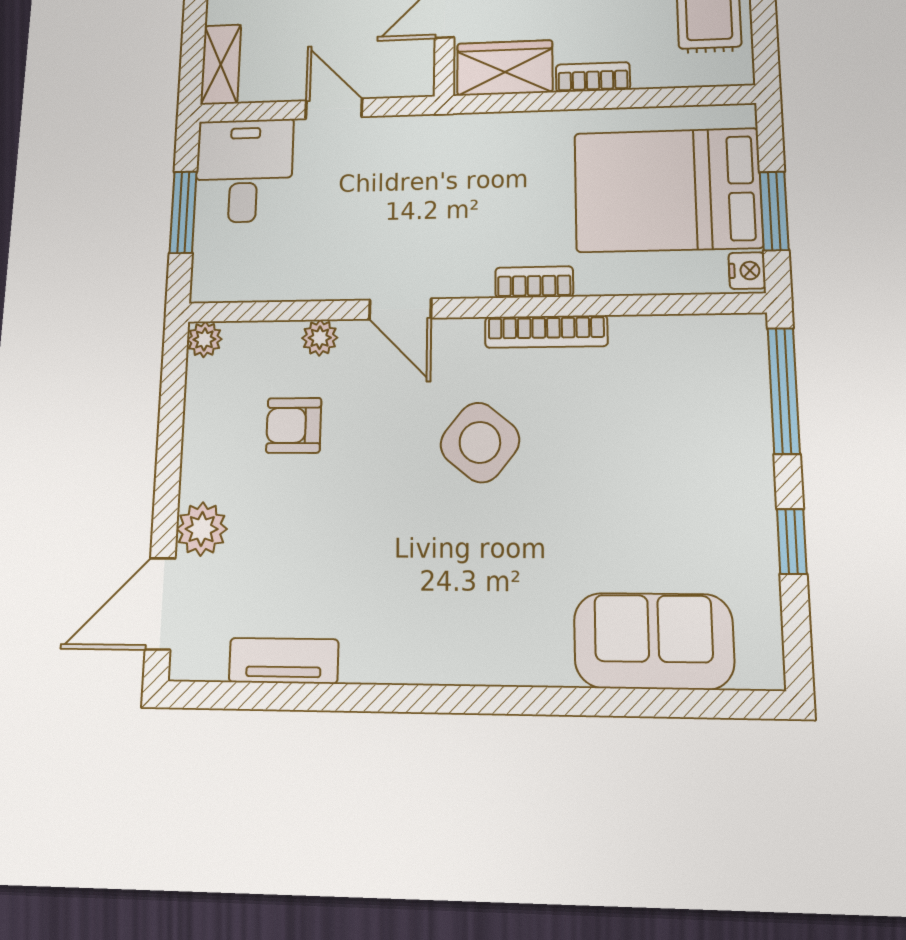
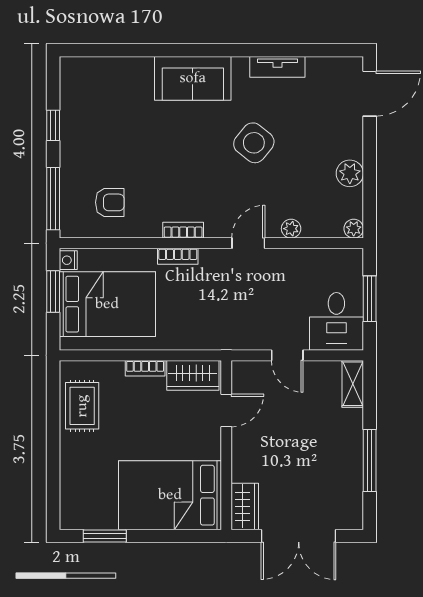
door: (400, 309) -> (248, 243), hinge flipped
bookcase: (546, 332) -> (183, 230), width x0.64
armchair: (294, 425) -> (110, 202), moved
side table: (480, 442) -> (254, 143), moved
plant: (202, 529) -> (350, 173), moved
sofa: (654, 641) -> (193, 78), moved
tv unit: (284, 661) -> (277, 67), moved

